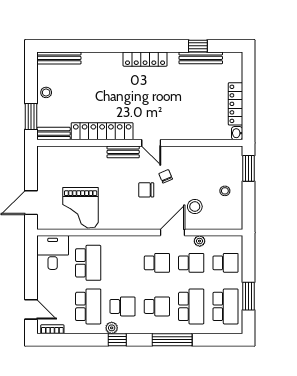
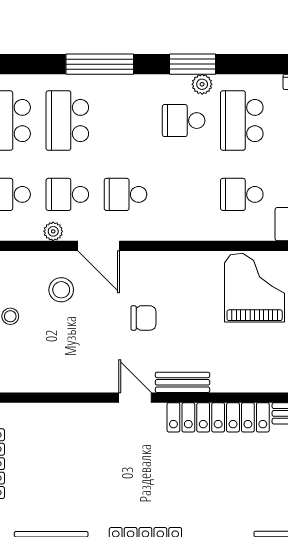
chair: (166, 176) -> (111, 341), removed
door: (173, 232) -> (99, 246), hinge flipped
school desk: (88, 263) -> (242, 194), width x0.54
school desk: (157, 306) -> (125, 121), removed
window: (117, 340) -> (192, 64), width x1.50

